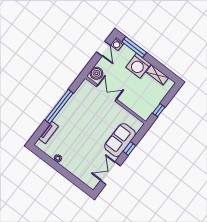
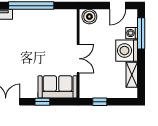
washing machine: (117, 44) -> (132, 33), moved
double door: (106, 93) -> (78, 59), moved
sofa: (120, 140) -> (58, 87), moved

